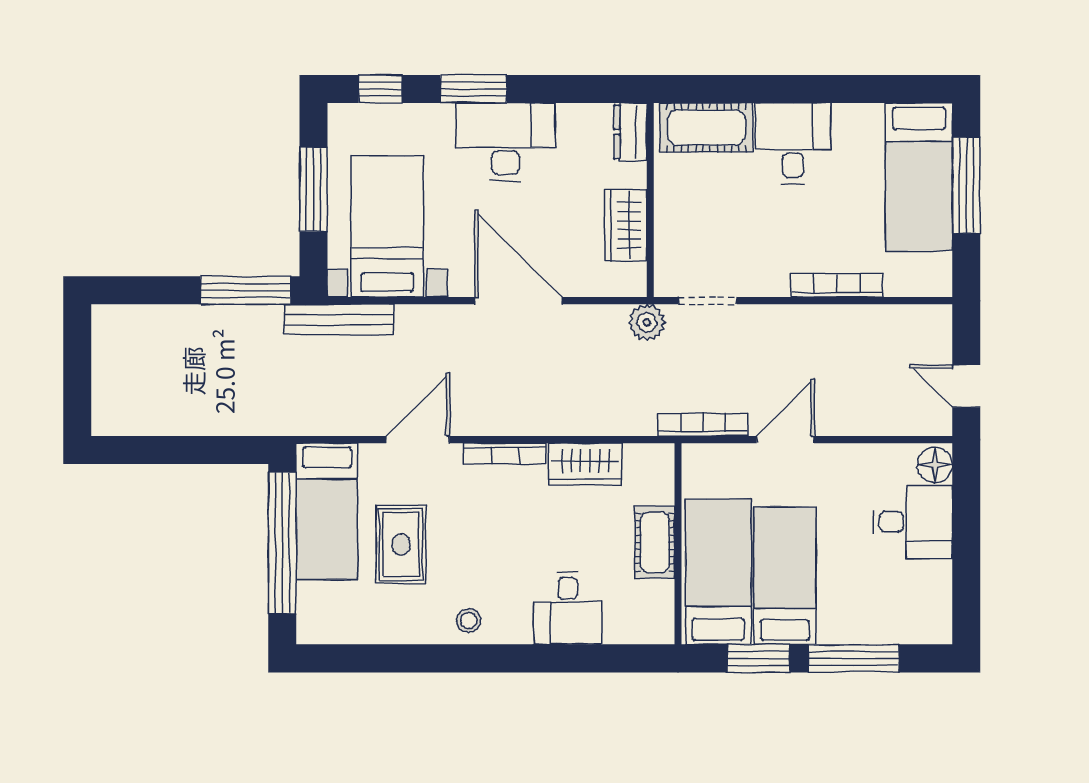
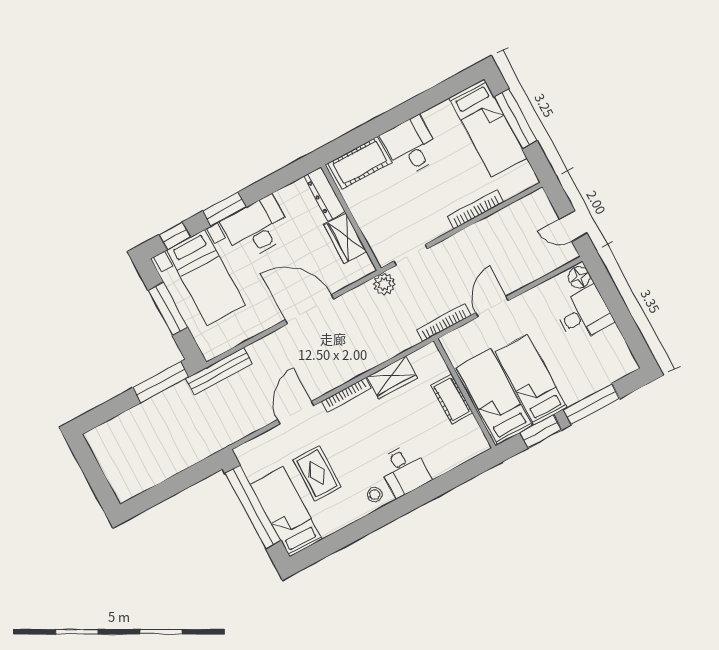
dresser: (630, 132) -> (324, 194), width x1.44
bed with nightstands: (387, 226) -> (206, 278), moved, turned 180
bed: (327, 511) -> (286, 512), moved, turned 180
desk: (568, 608) -> (404, 470), moved

